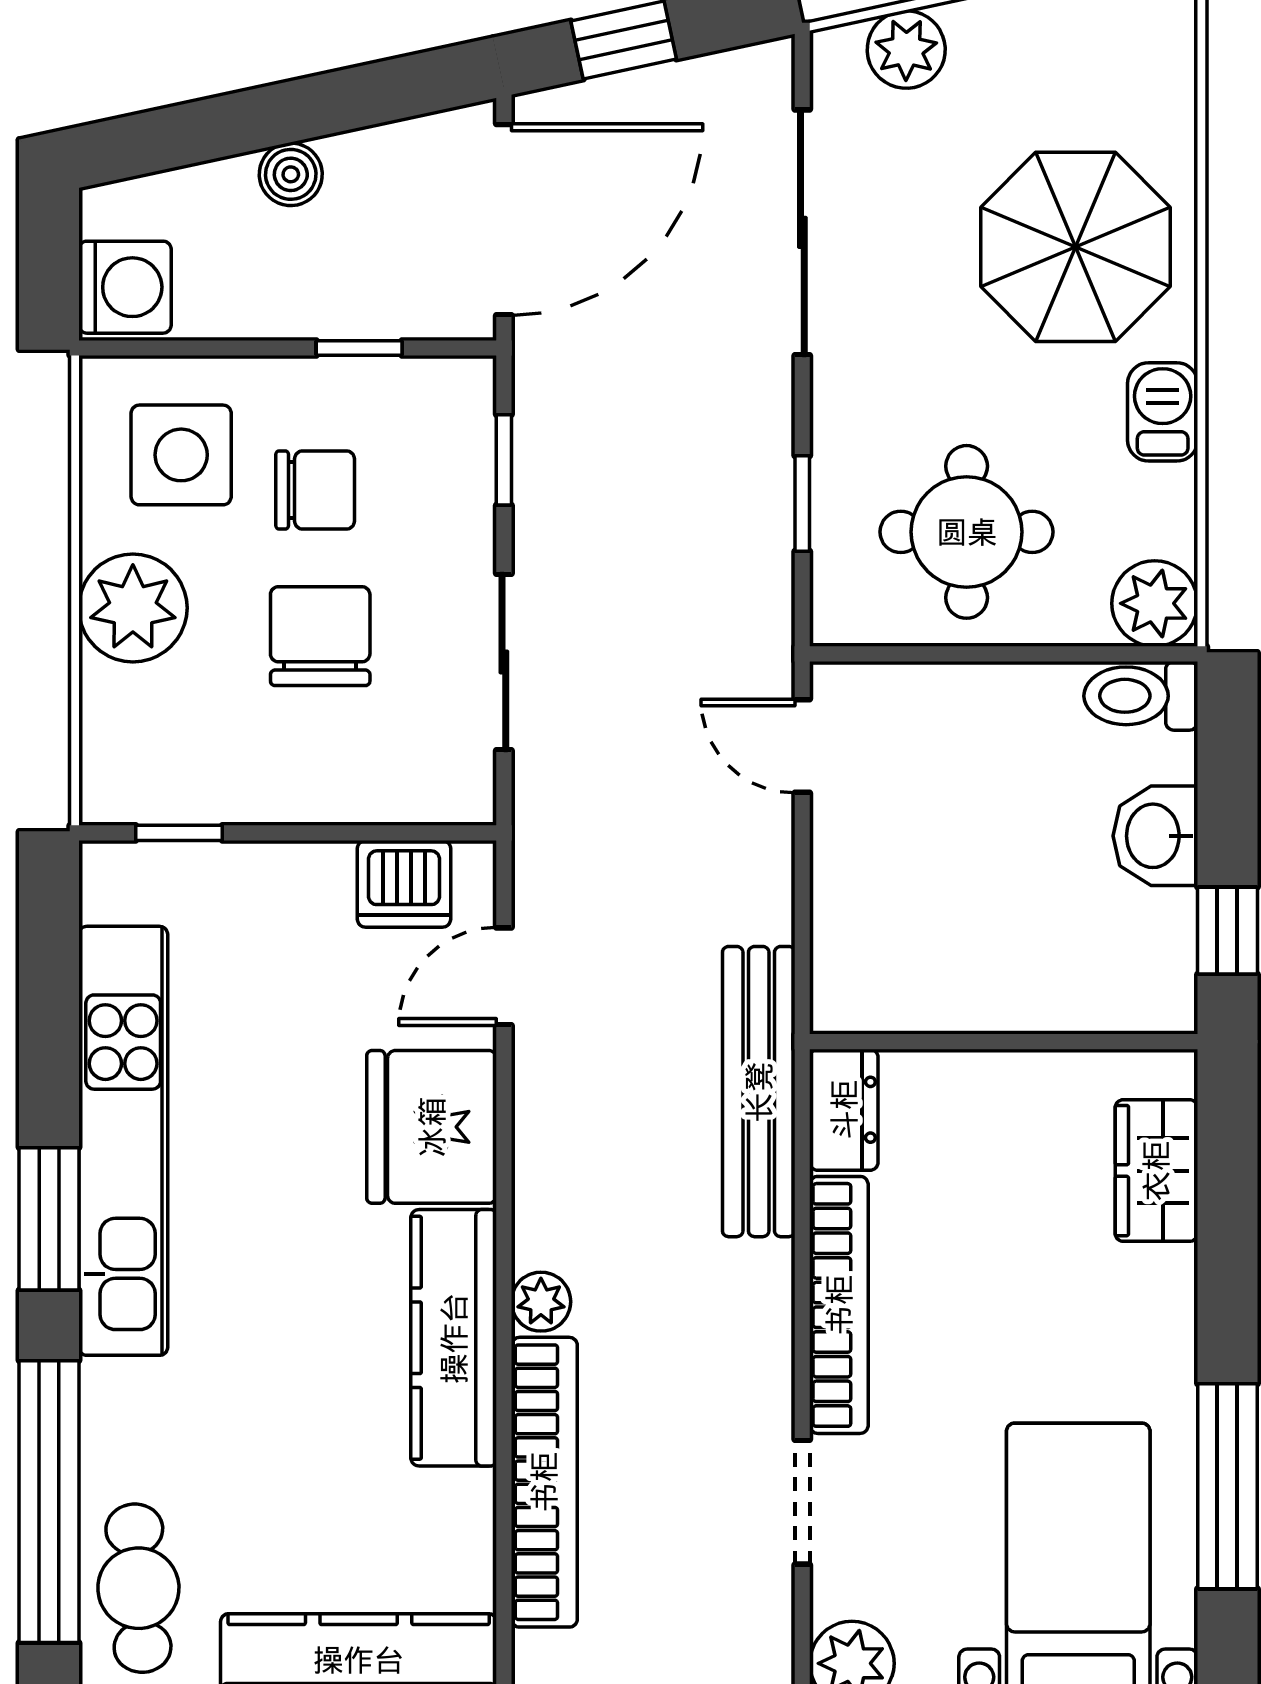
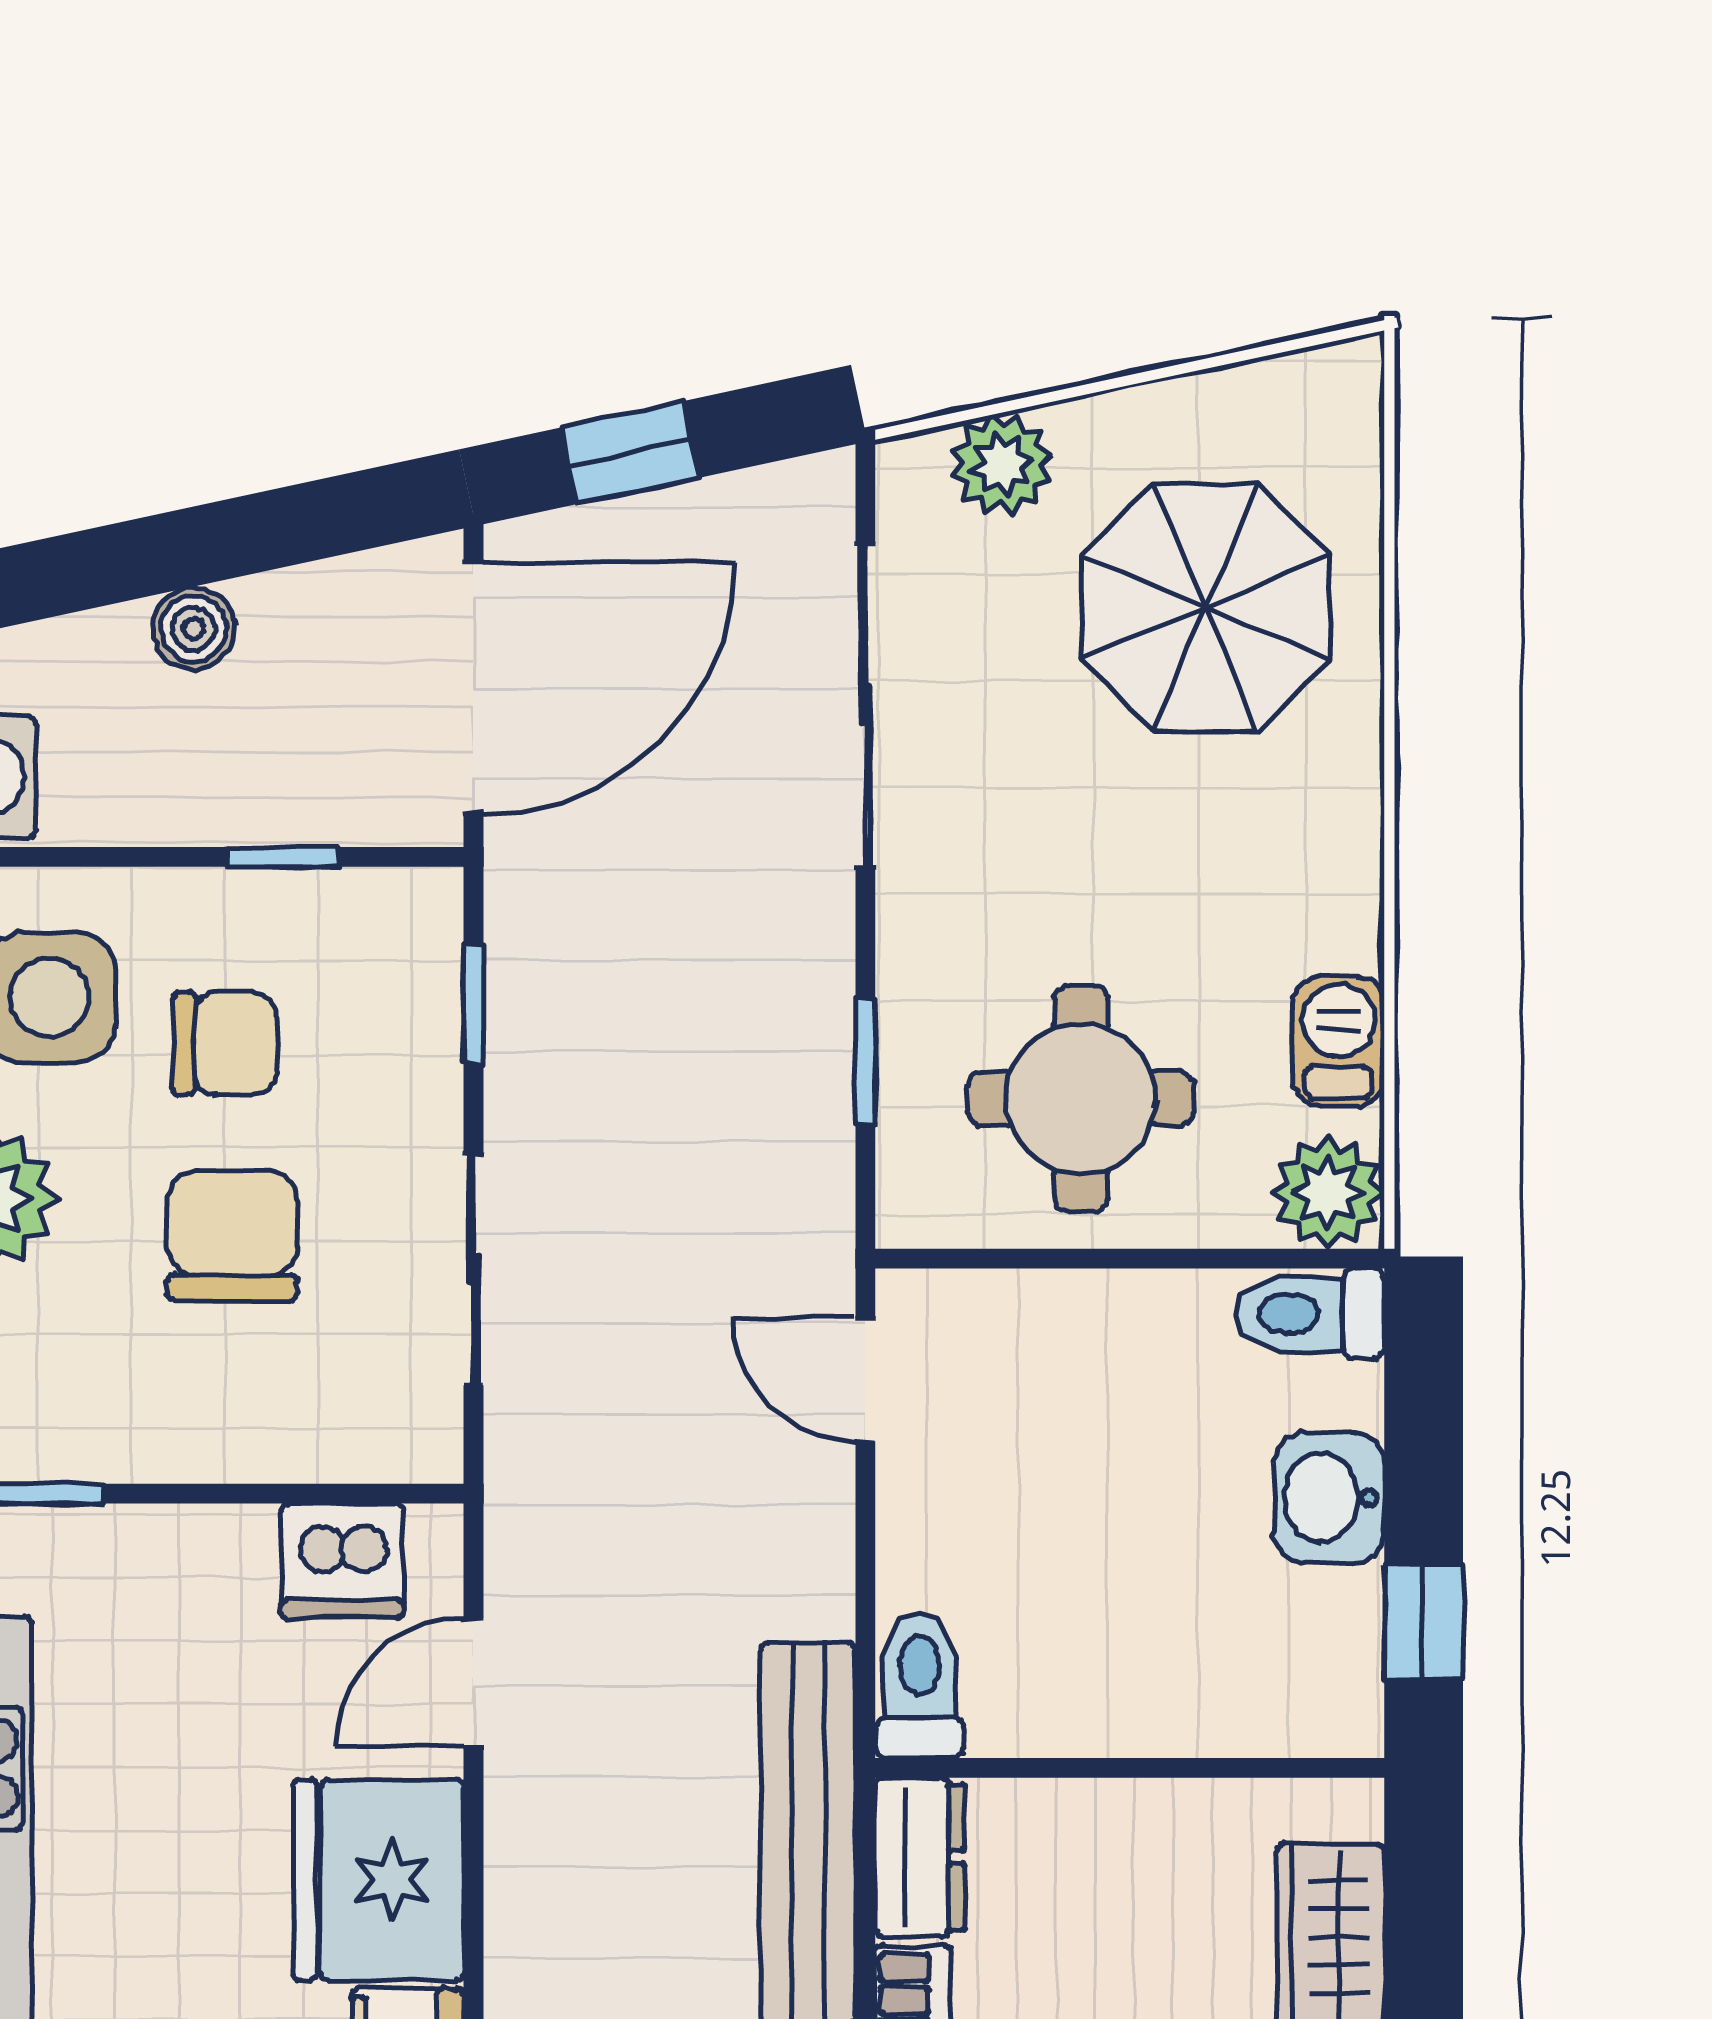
parasol: (1075, 247) -> (1205, 607), moved
barbecue: (1163, 412) -> (1339, 1041), moved
toilet: (843, 979) -> (919, 1685), added

